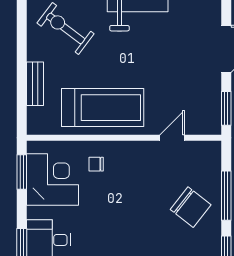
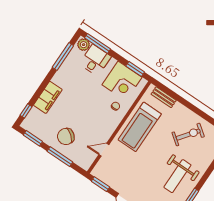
bench: (35, 84) -> (164, 97), moved
door: (172, 138) -> (104, 150), swing flipped

